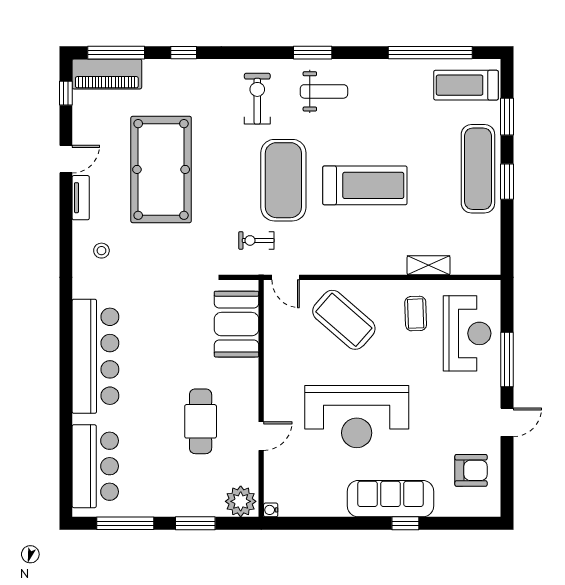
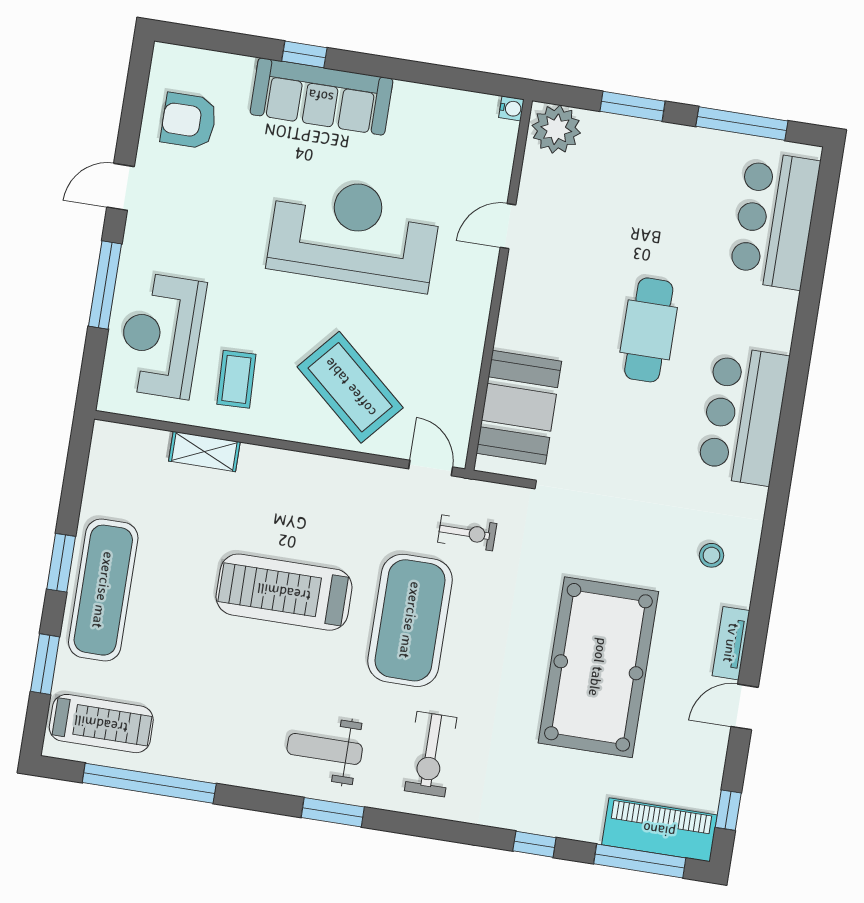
bar counter: (95, 356) -> (743, 416), width x0.73
cafe table: (201, 421) -> (649, 330), moved

